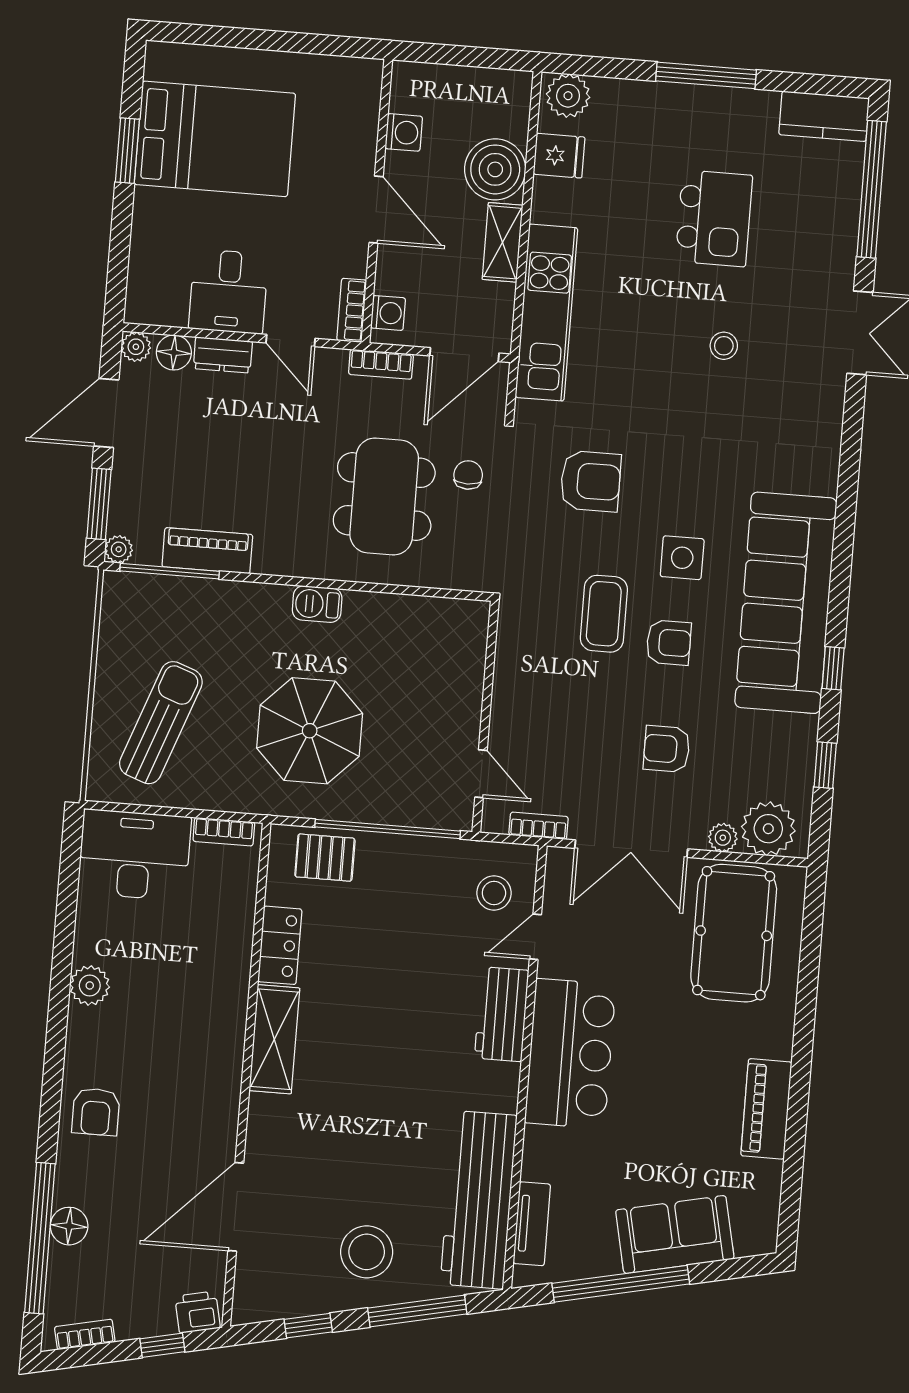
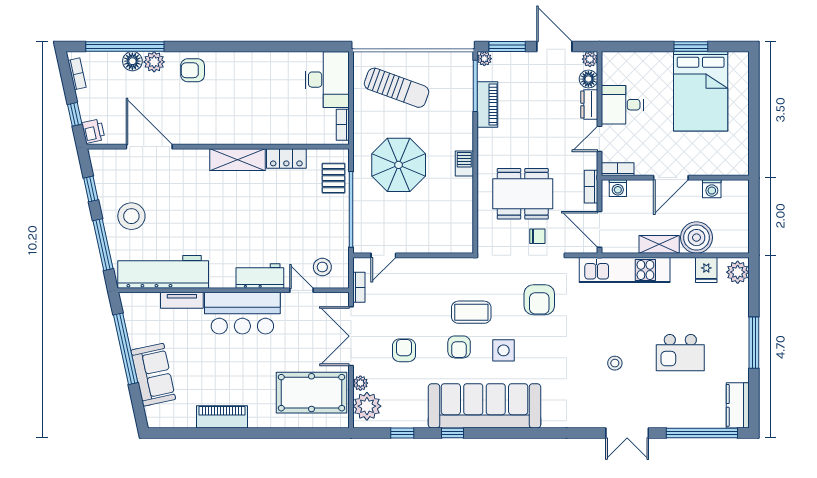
plant: (90, 985) -> (154, 62), moved
tv unit: (532, 1224) -> (182, 300), moved

